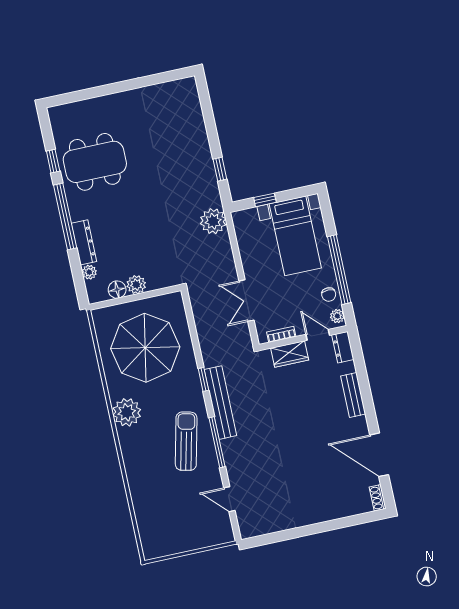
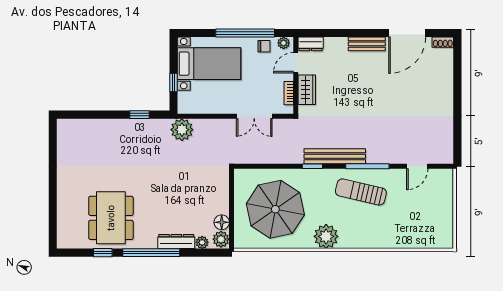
plant: (136, 285) -> (221, 239), moved
bench: (353, 395) -> (367, 44), moved

